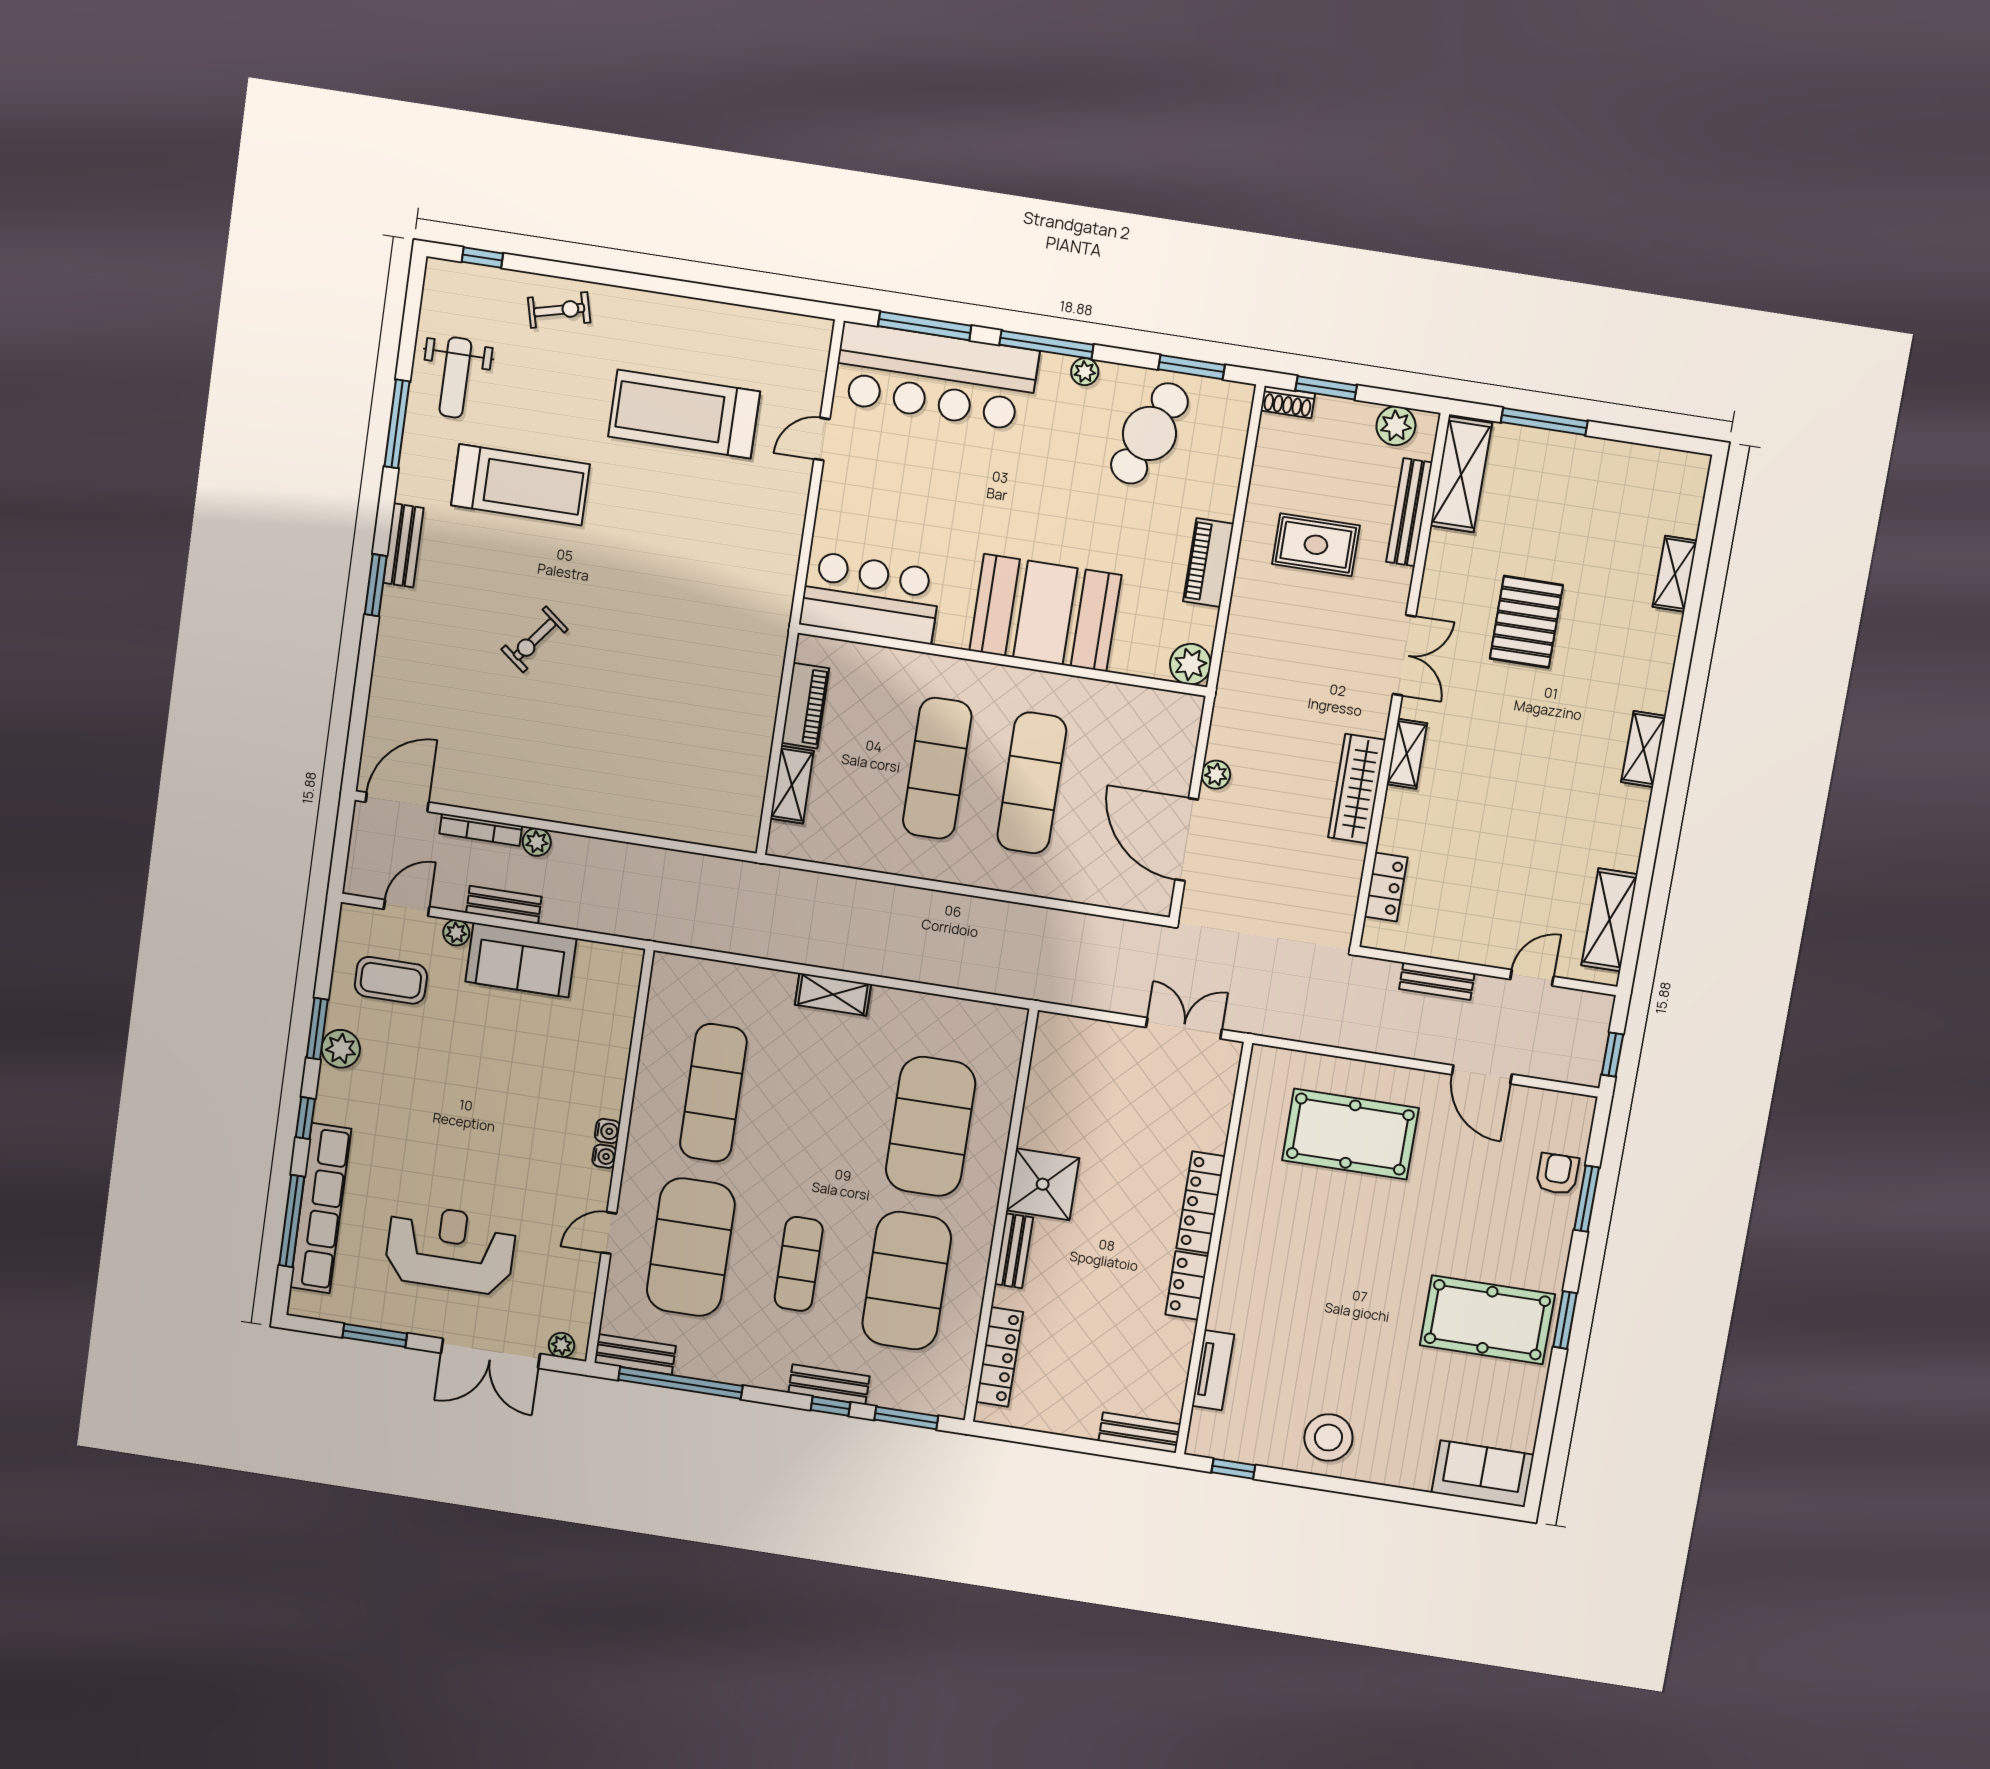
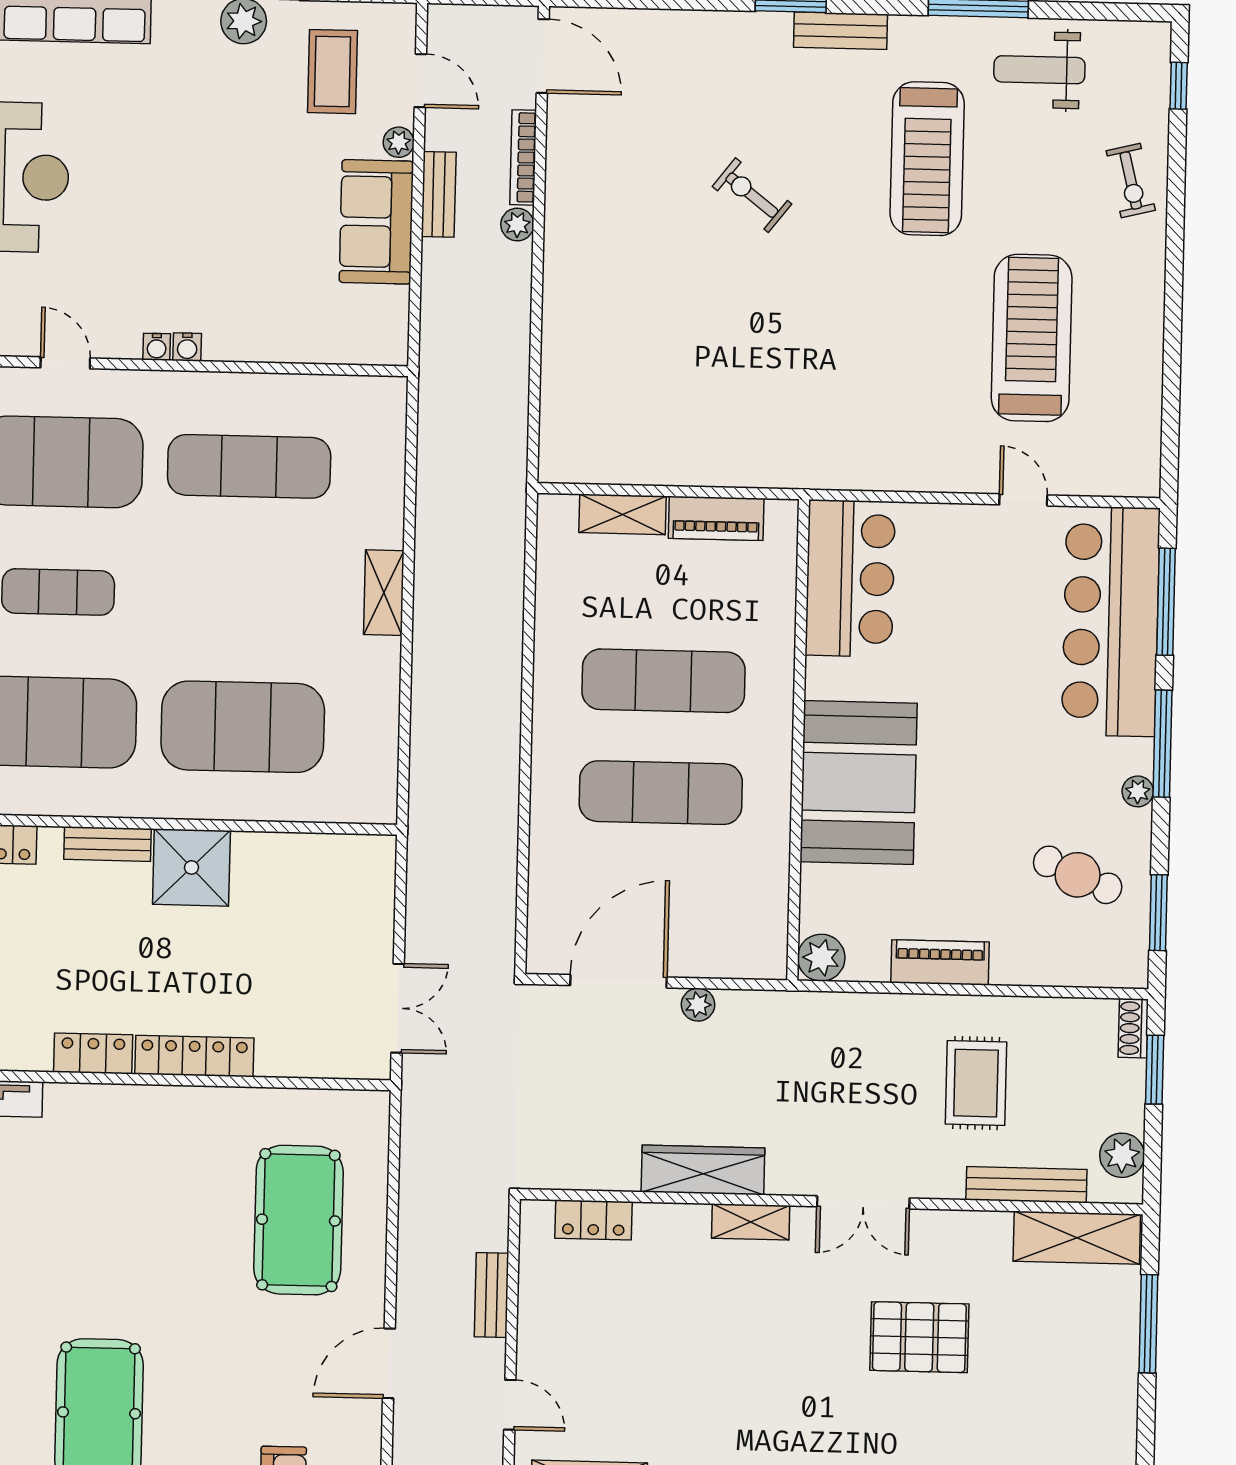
cafe table: (1149, 433) -> (1078, 875), width x0.73, depth x0.74

